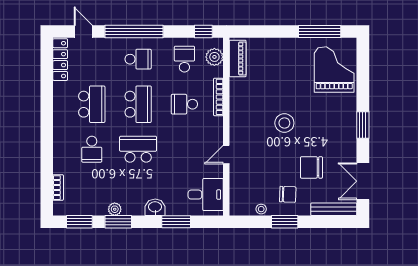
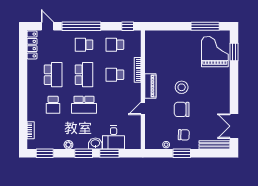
plant: (214, 57) -> (135, 43), removed
piano: (238, 58) -> (150, 86), moved
school desk: (138, 59) -> (84, 45), turned 180
school desk: (184, 59) -> (115, 45), turned -90
window: (363, 125) -> (234, 52), moved
school desk: (138, 149) -> (84, 105), turned 180
chair: (311, 167) -> (182, 109), moved
desk: (206, 195) -> (114, 137), moved, turned 90
window: (118, 222) -> (84, 153), moved

